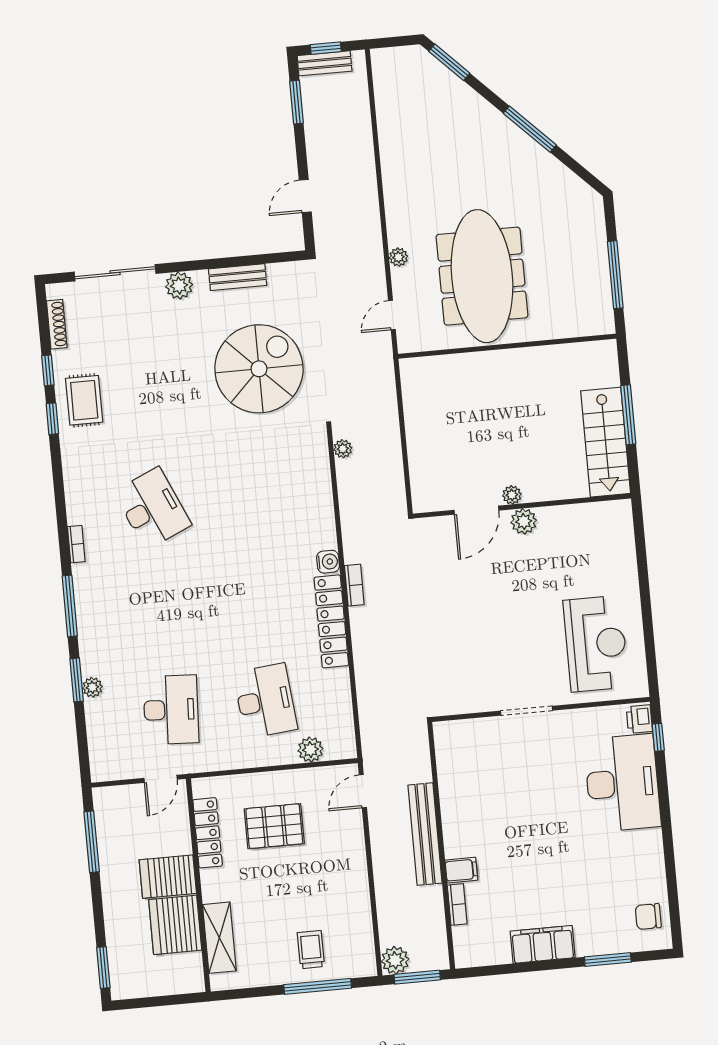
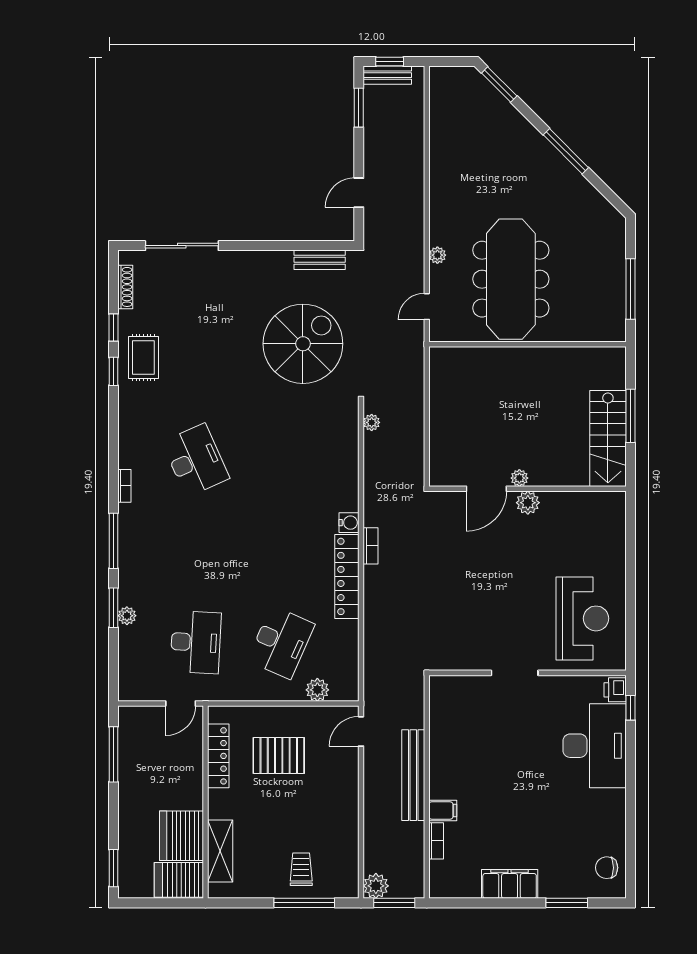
bench: (238, 277) -> (320, 260), moved
plant: (179, 286) -> (238, 262), removed
desk: (265, 701) -> (281, 642), turned 30
server rack: (168, 877) -> (179, 880), moved

